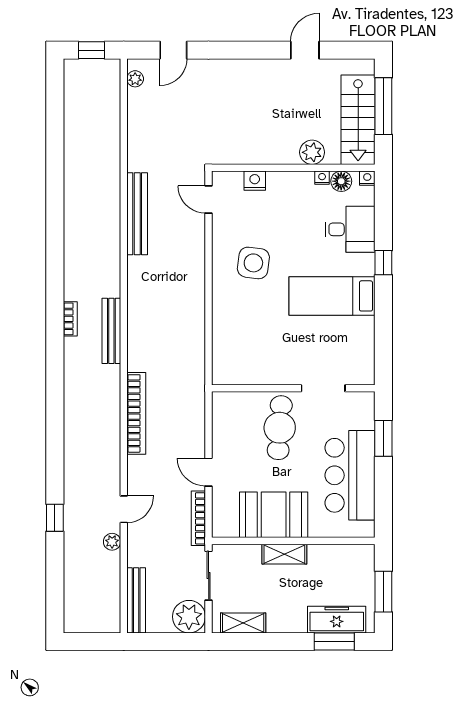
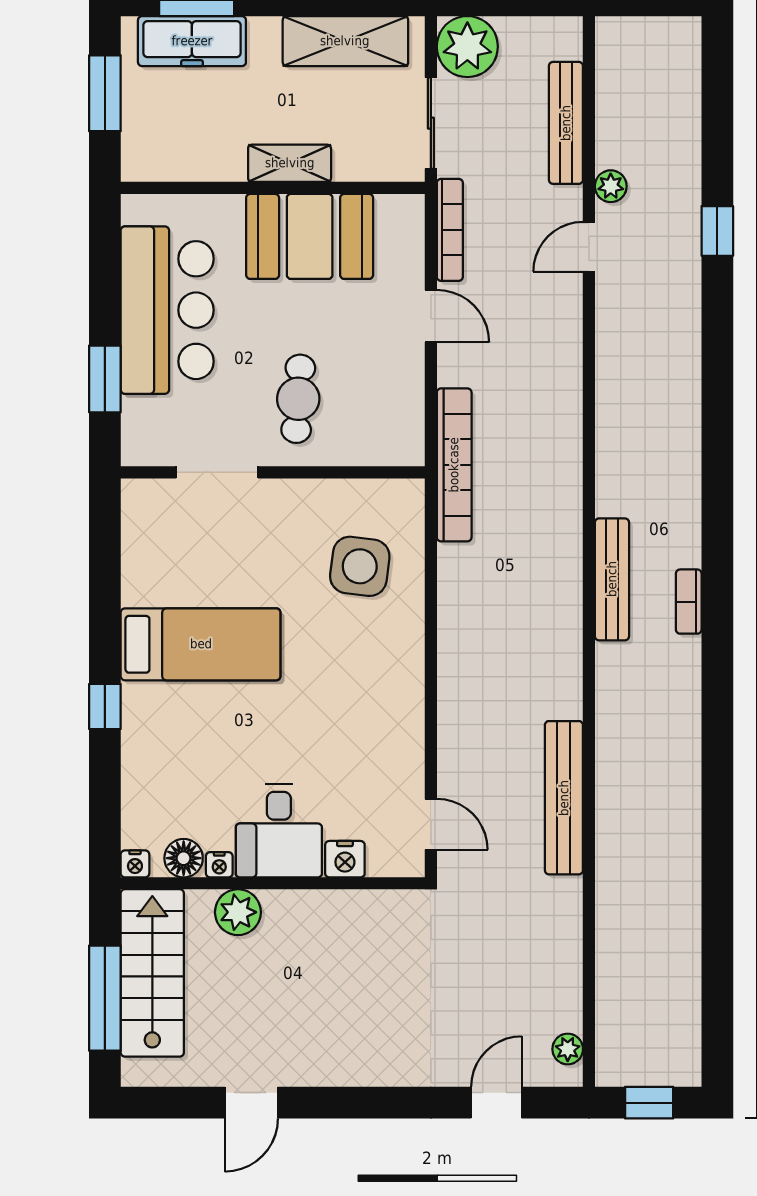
desk: (350, 229) -> (279, 831), moved, turned -90
side table: (253, 263) -> (360, 566), moved
bookcase: (136, 413) -> (454, 465), moved, turned 180
cafe table: (280, 428) -> (298, 399), width x0.73, depth x0.74
bench: (136, 600) -> (566, 123), moved
shelving: (243, 623) -> (345, 41), width x1.50, depth x1.33

